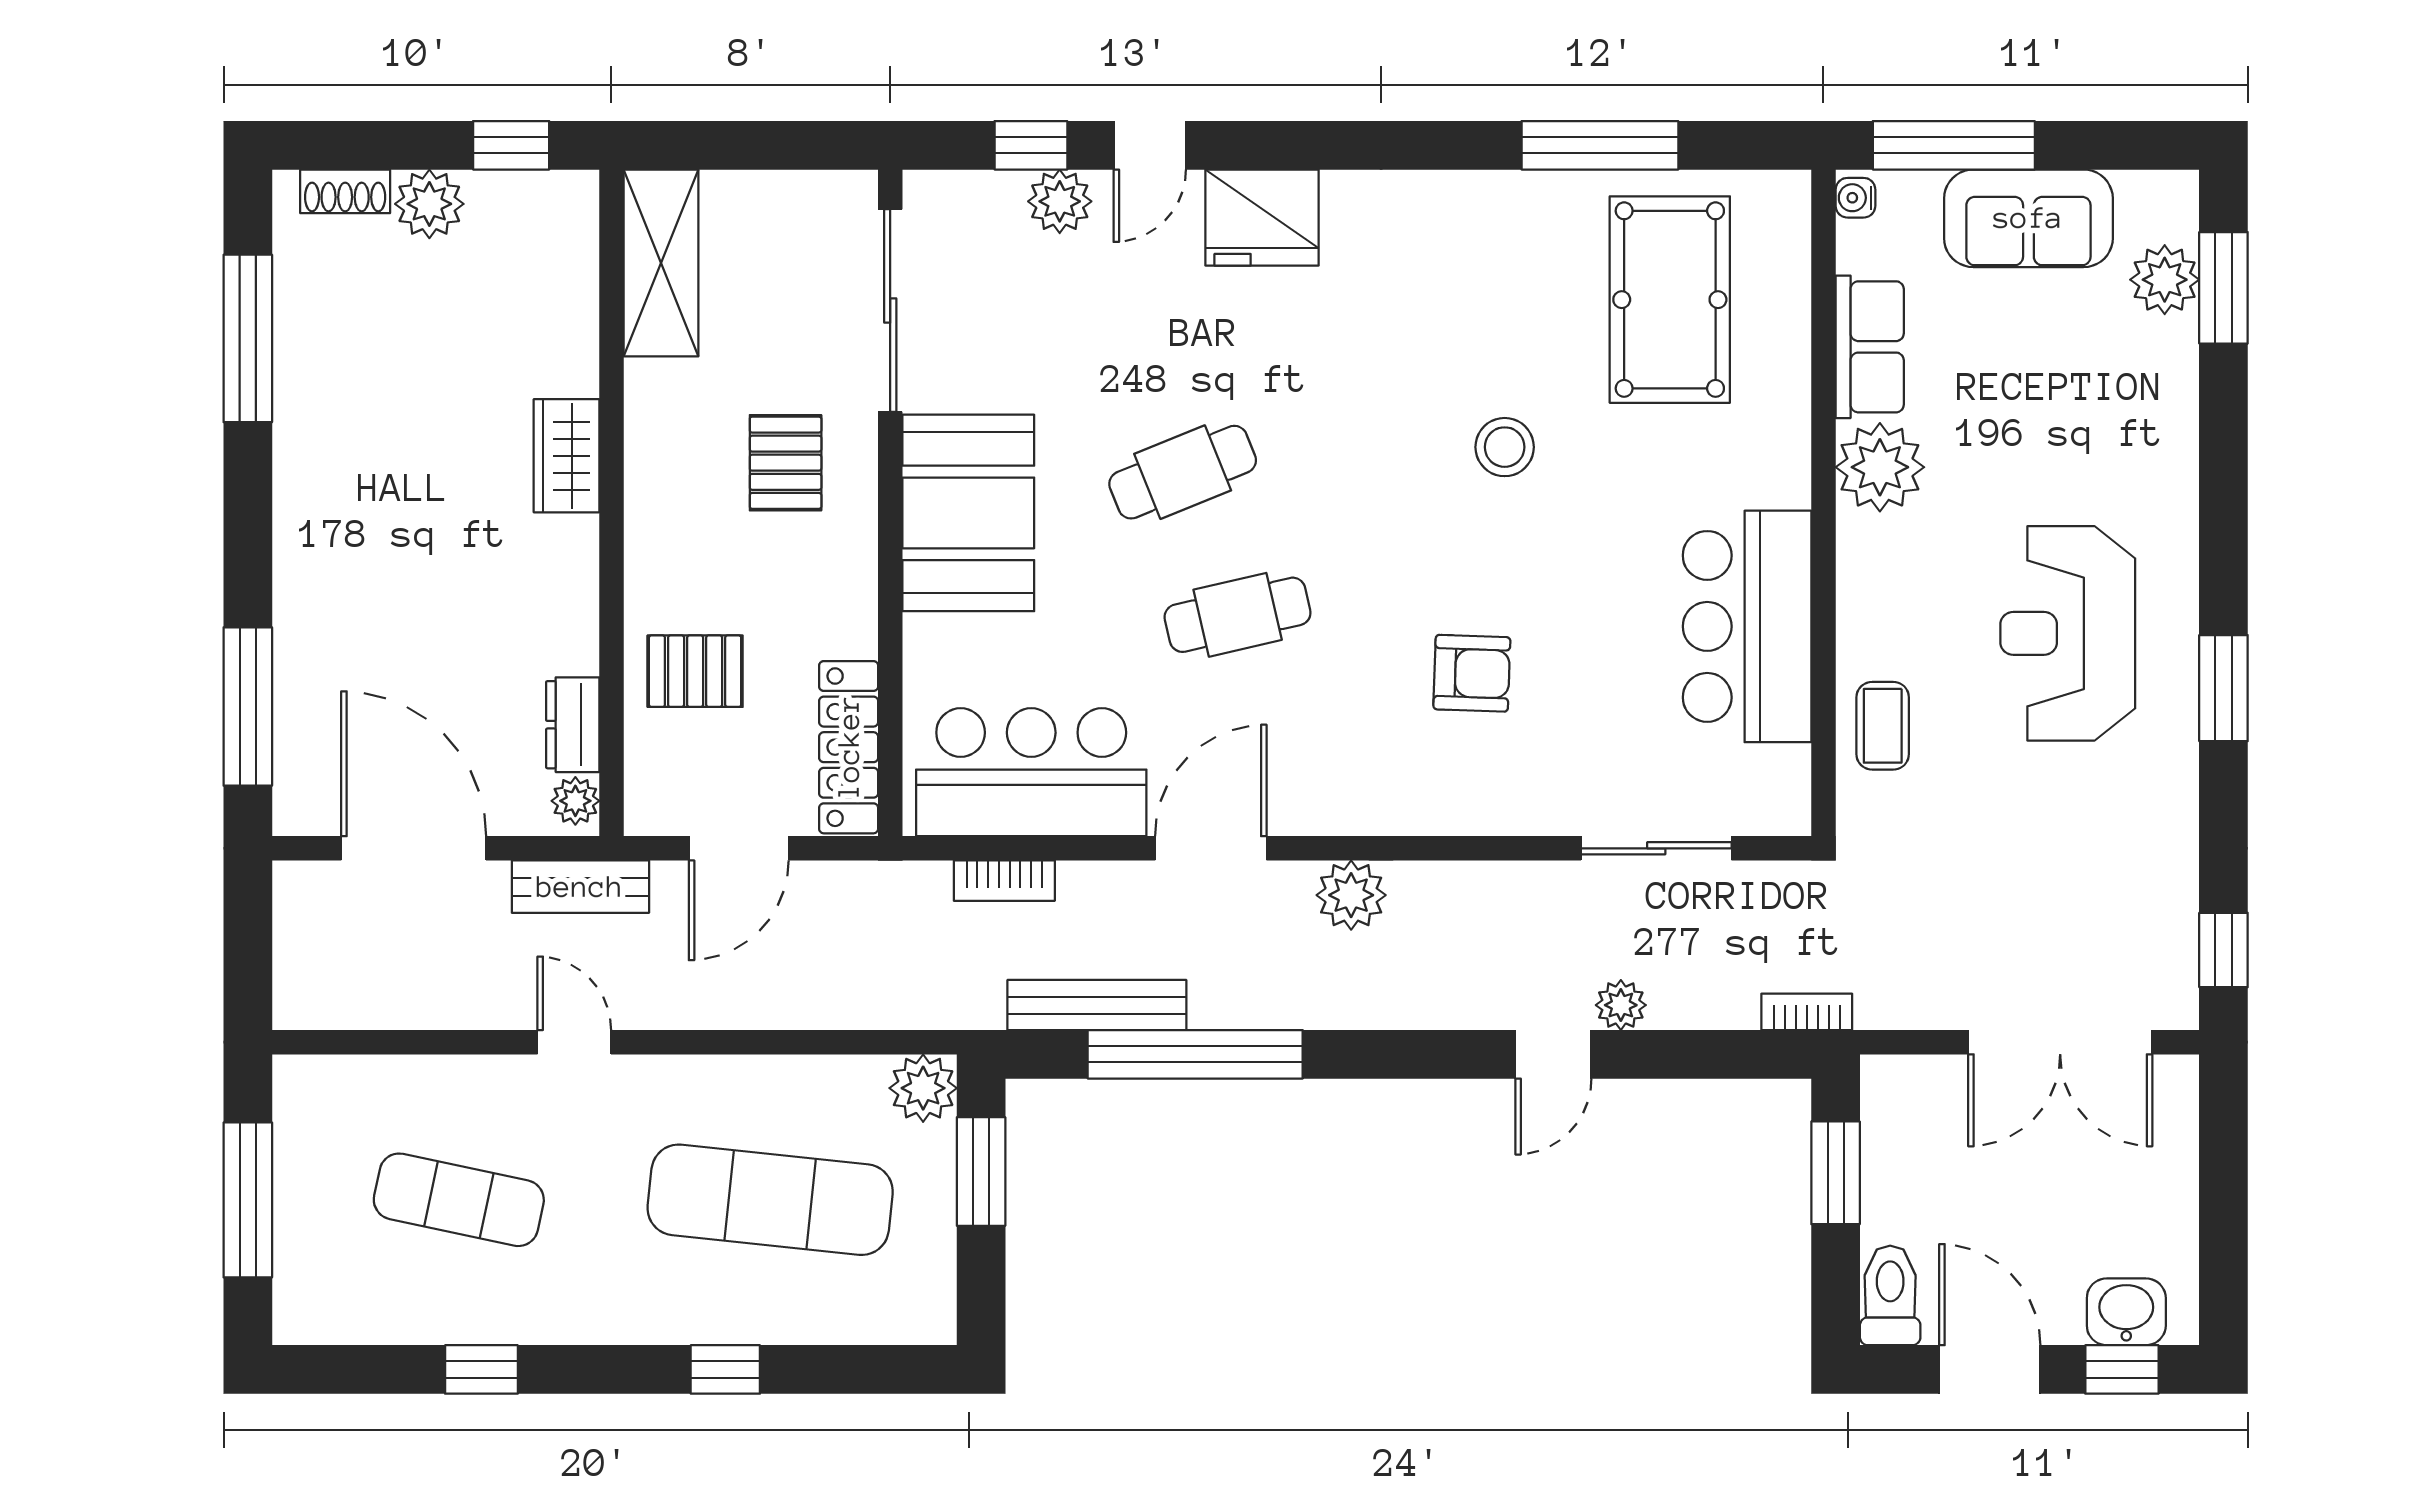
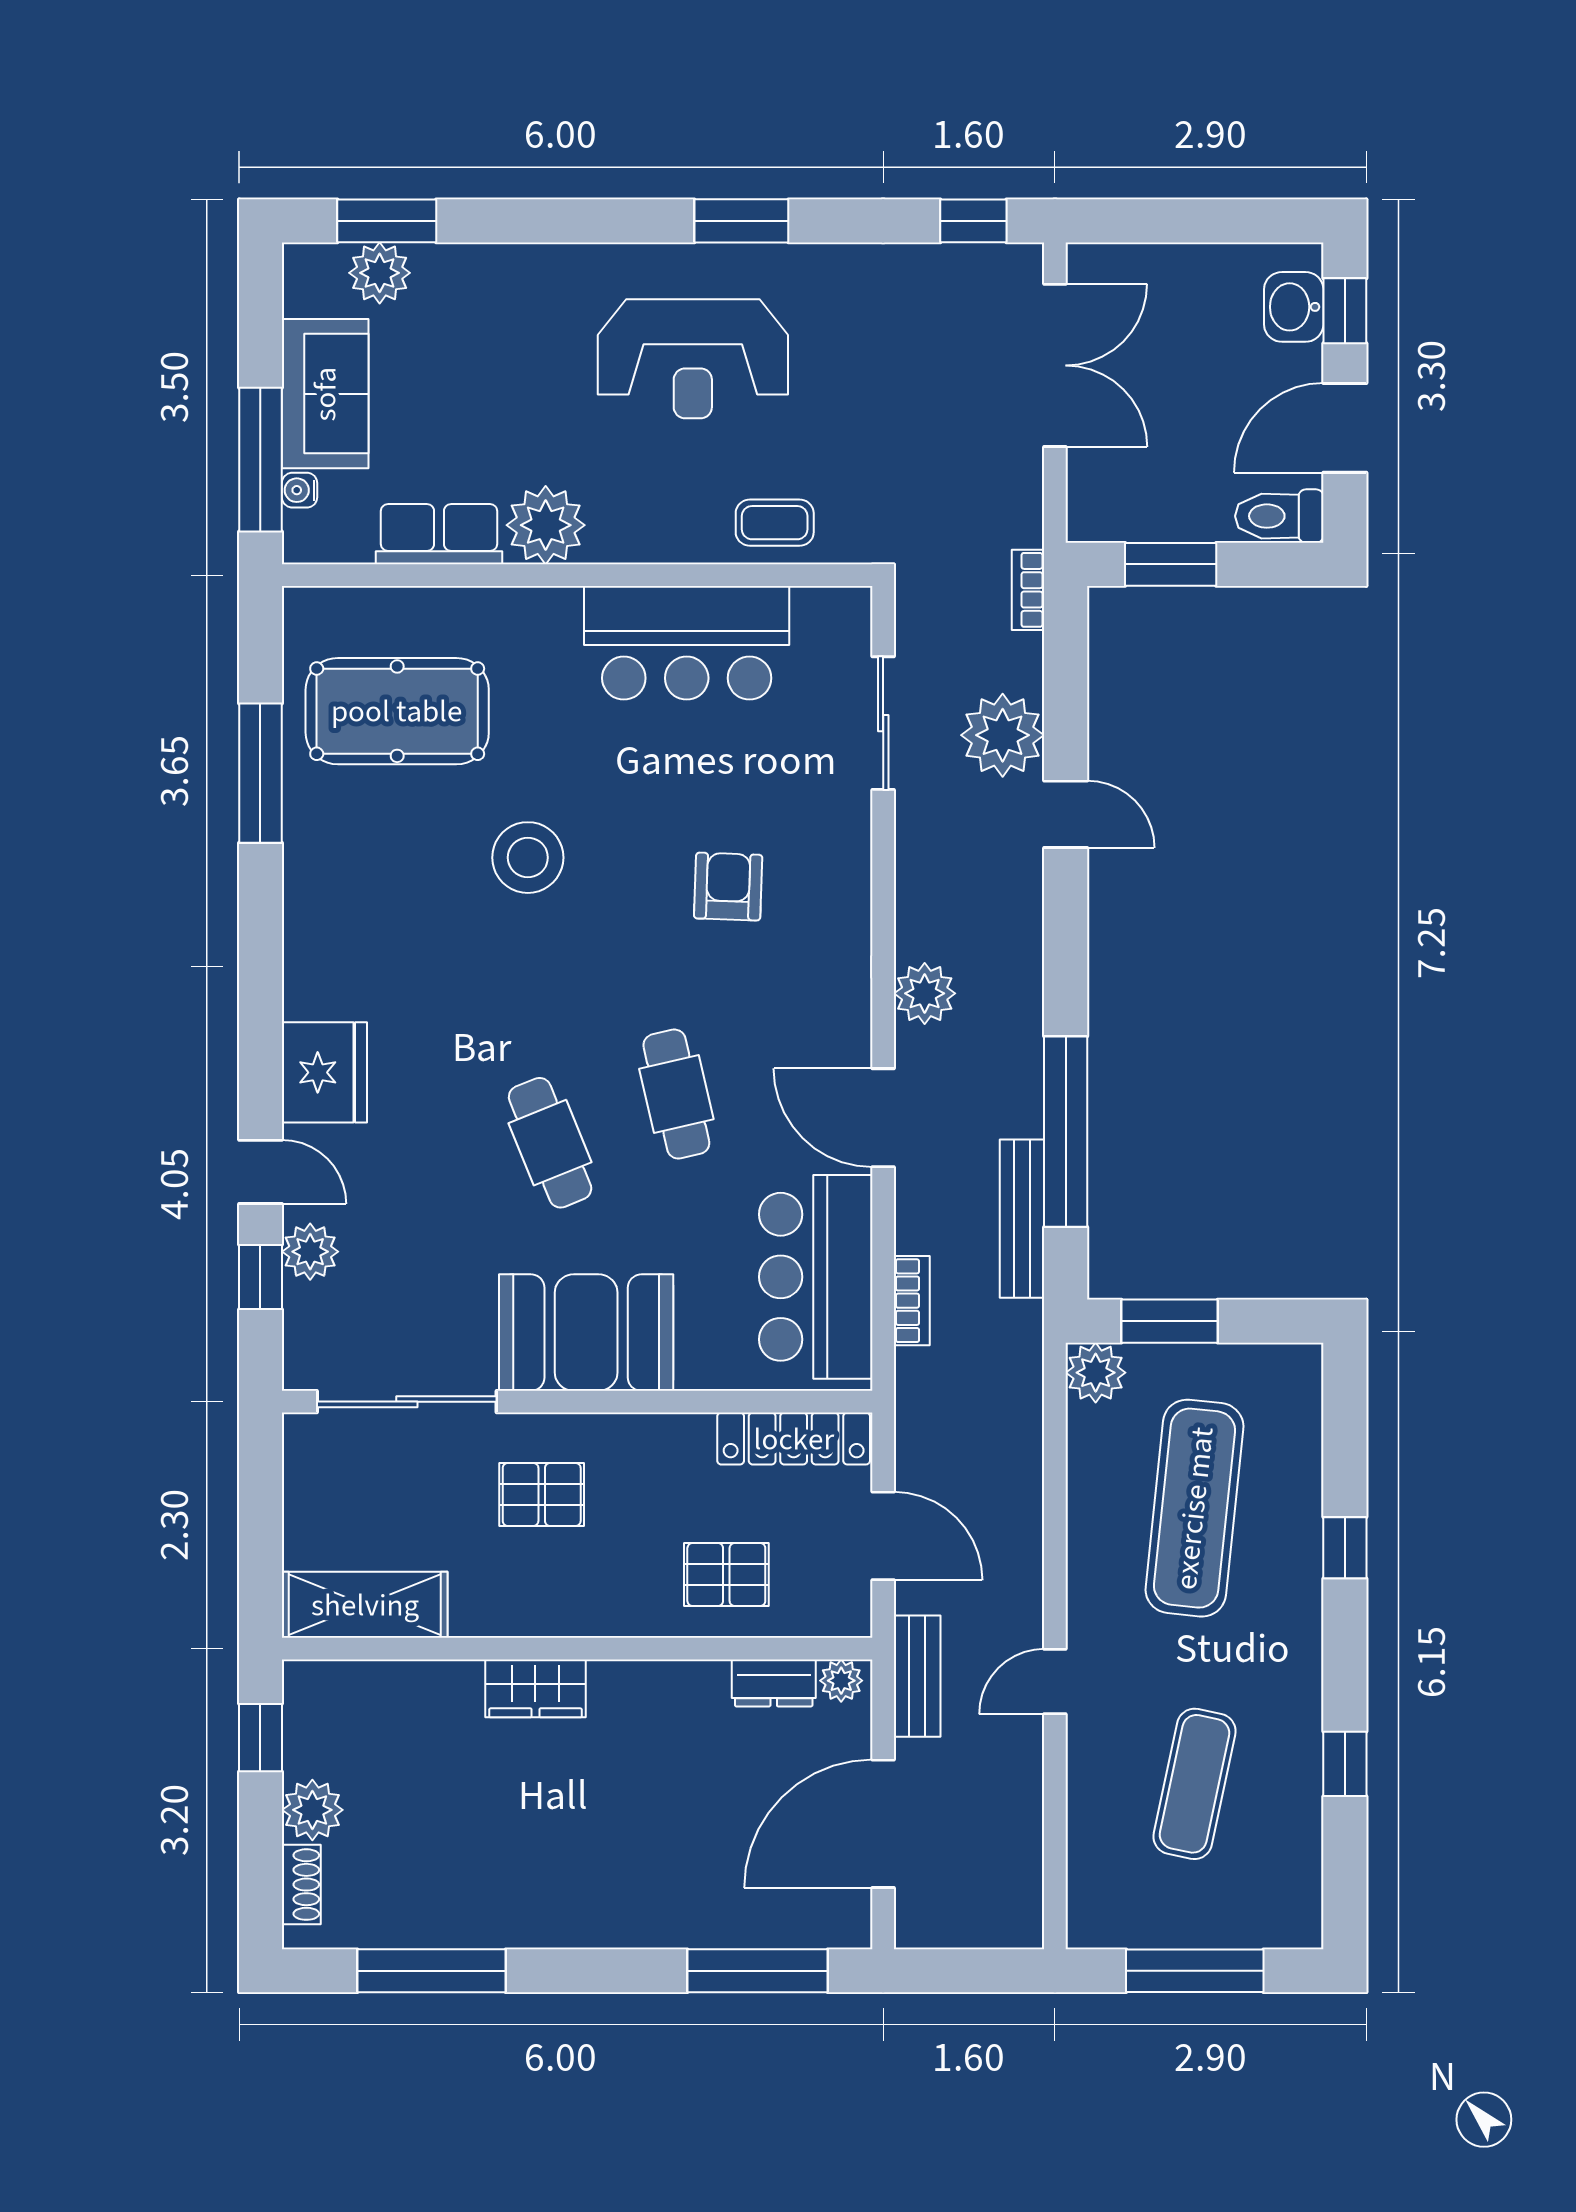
water cooler: (1855, 198) -> (300, 490), moved, turned 90
stool: (1505, 447) -> (528, 858), width x1.38, depth x1.38
pallet: (695, 671) -> (726, 1575), turned 90
plant: (1621, 1005) -> (1003, 735), width x1.87, depth x1.87

